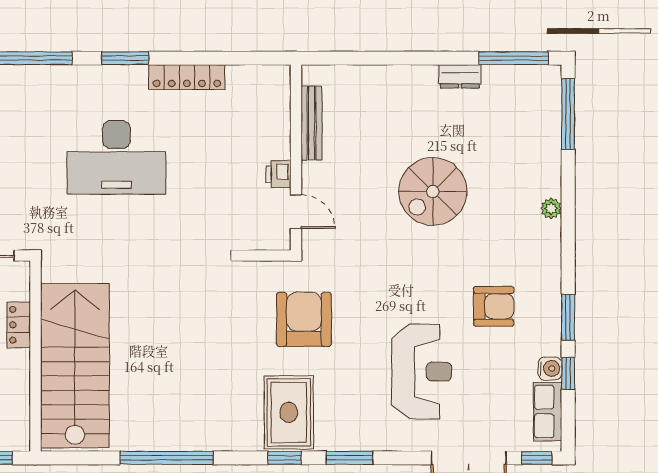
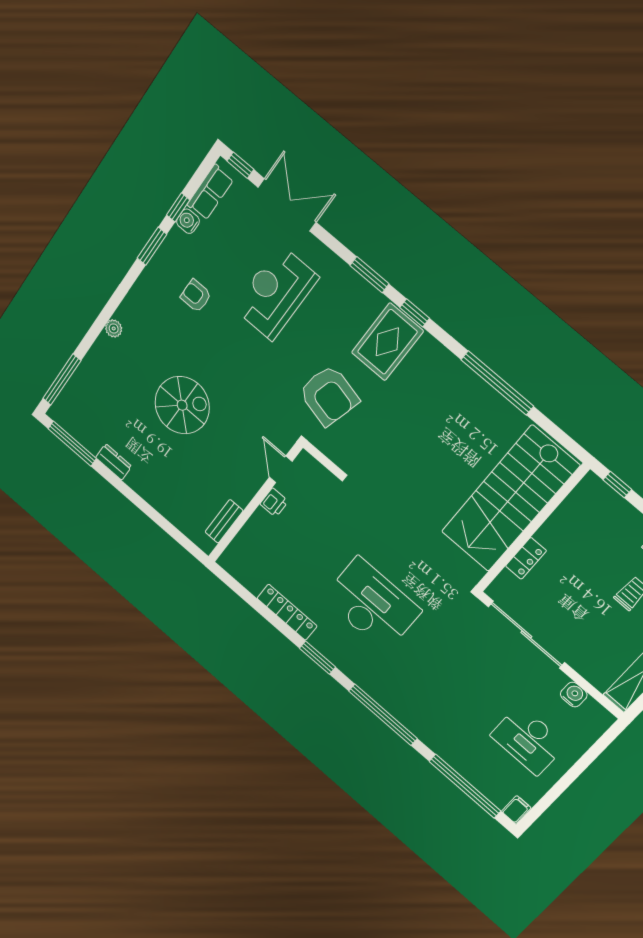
bench: (312, 123) -> (224, 521), width x0.73
armchair: (494, 306) -> (196, 296), width x0.72, depth x0.72
armchair: (304, 319) -> (329, 395), turned -76

